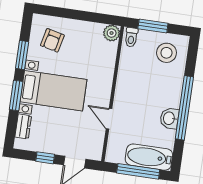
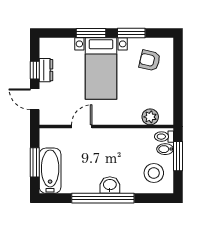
plant: (112, 33) -> (150, 117), moved
bidet: (144, 38) -> (165, 149), added
washbasin: (169, 118) -> (110, 185), moved
dresser: (23, 126) -> (46, 70), moved, turned -90
window: (138, 171) -> (35, 162), width x0.69

